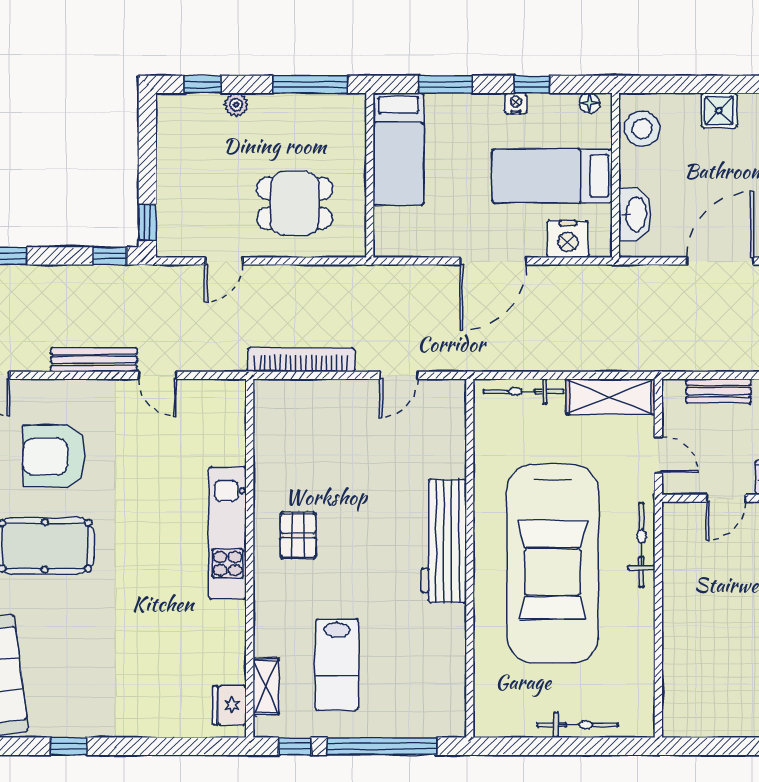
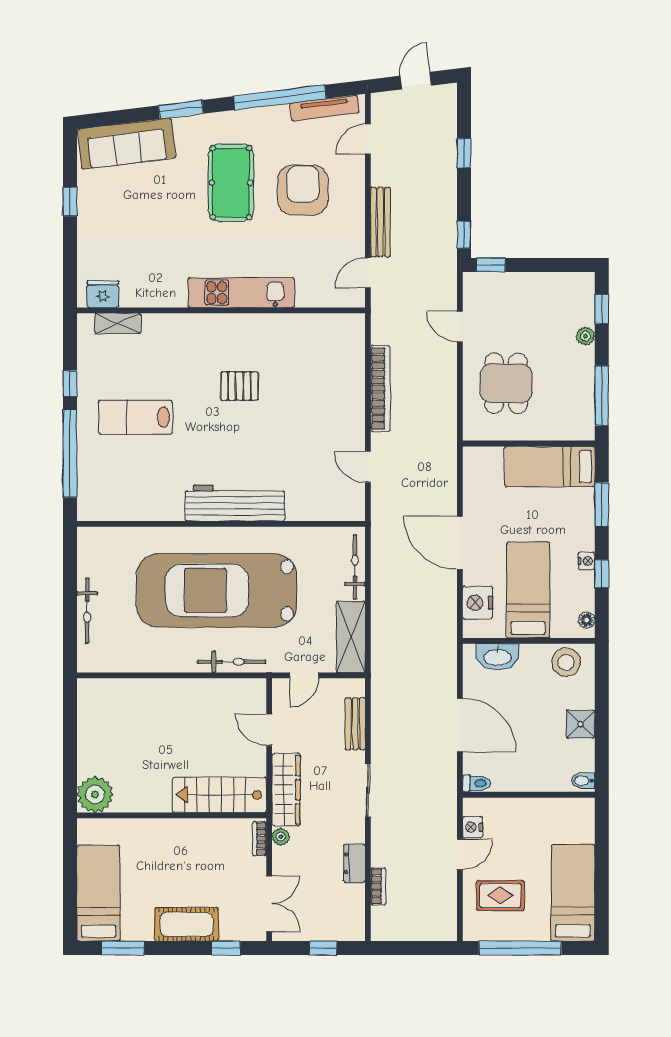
kitchen unit: (228, 533) -> (241, 293), moved
wall: (250, 558) -> (221, 310), moved
shelving: (266, 687) -> (118, 323), moved
fridge: (229, 705) -> (103, 294), moved

